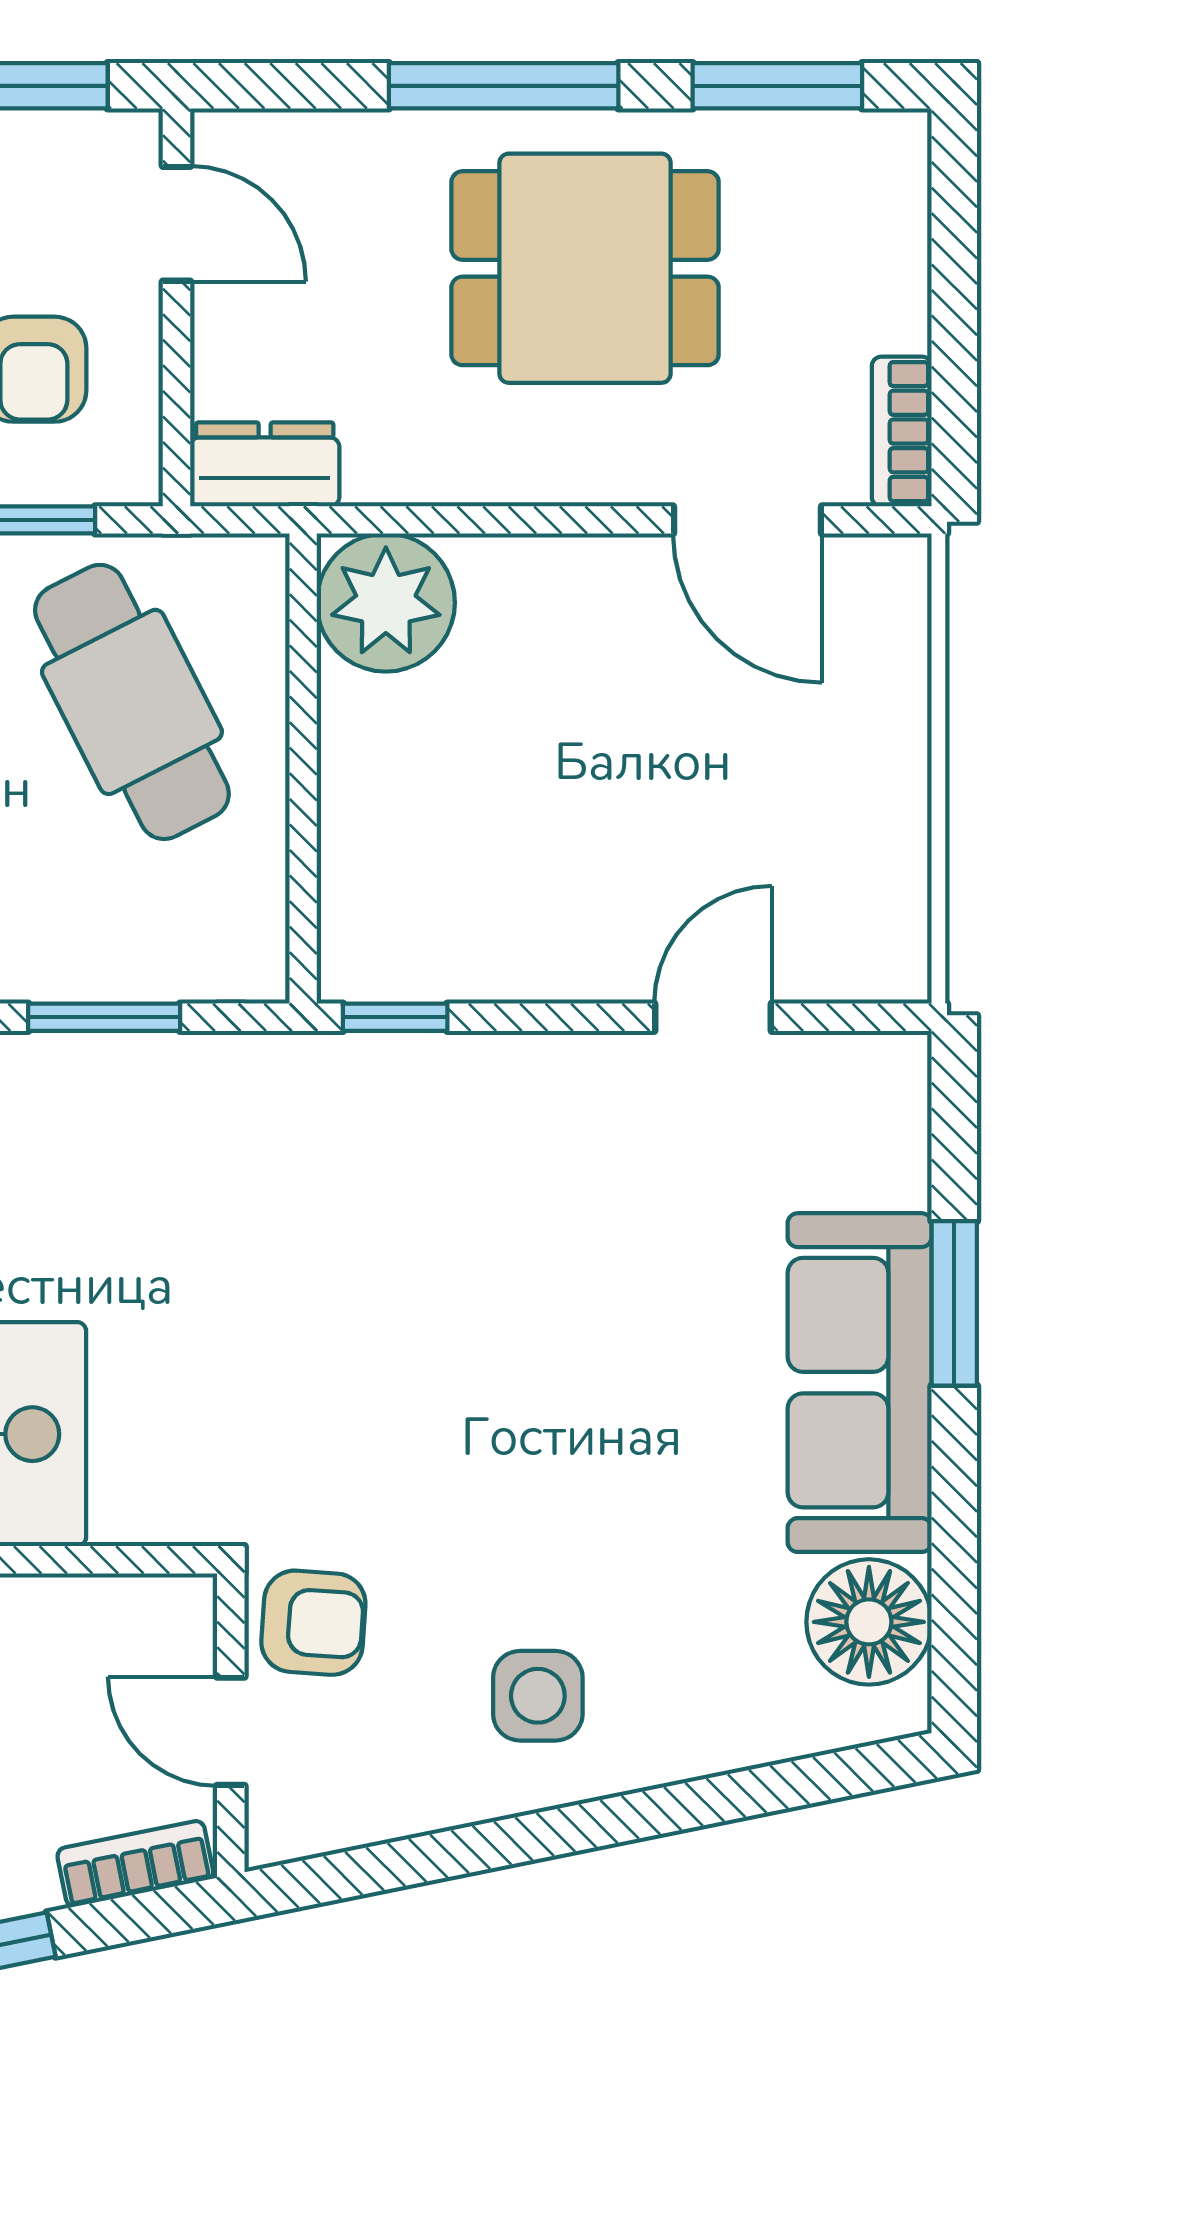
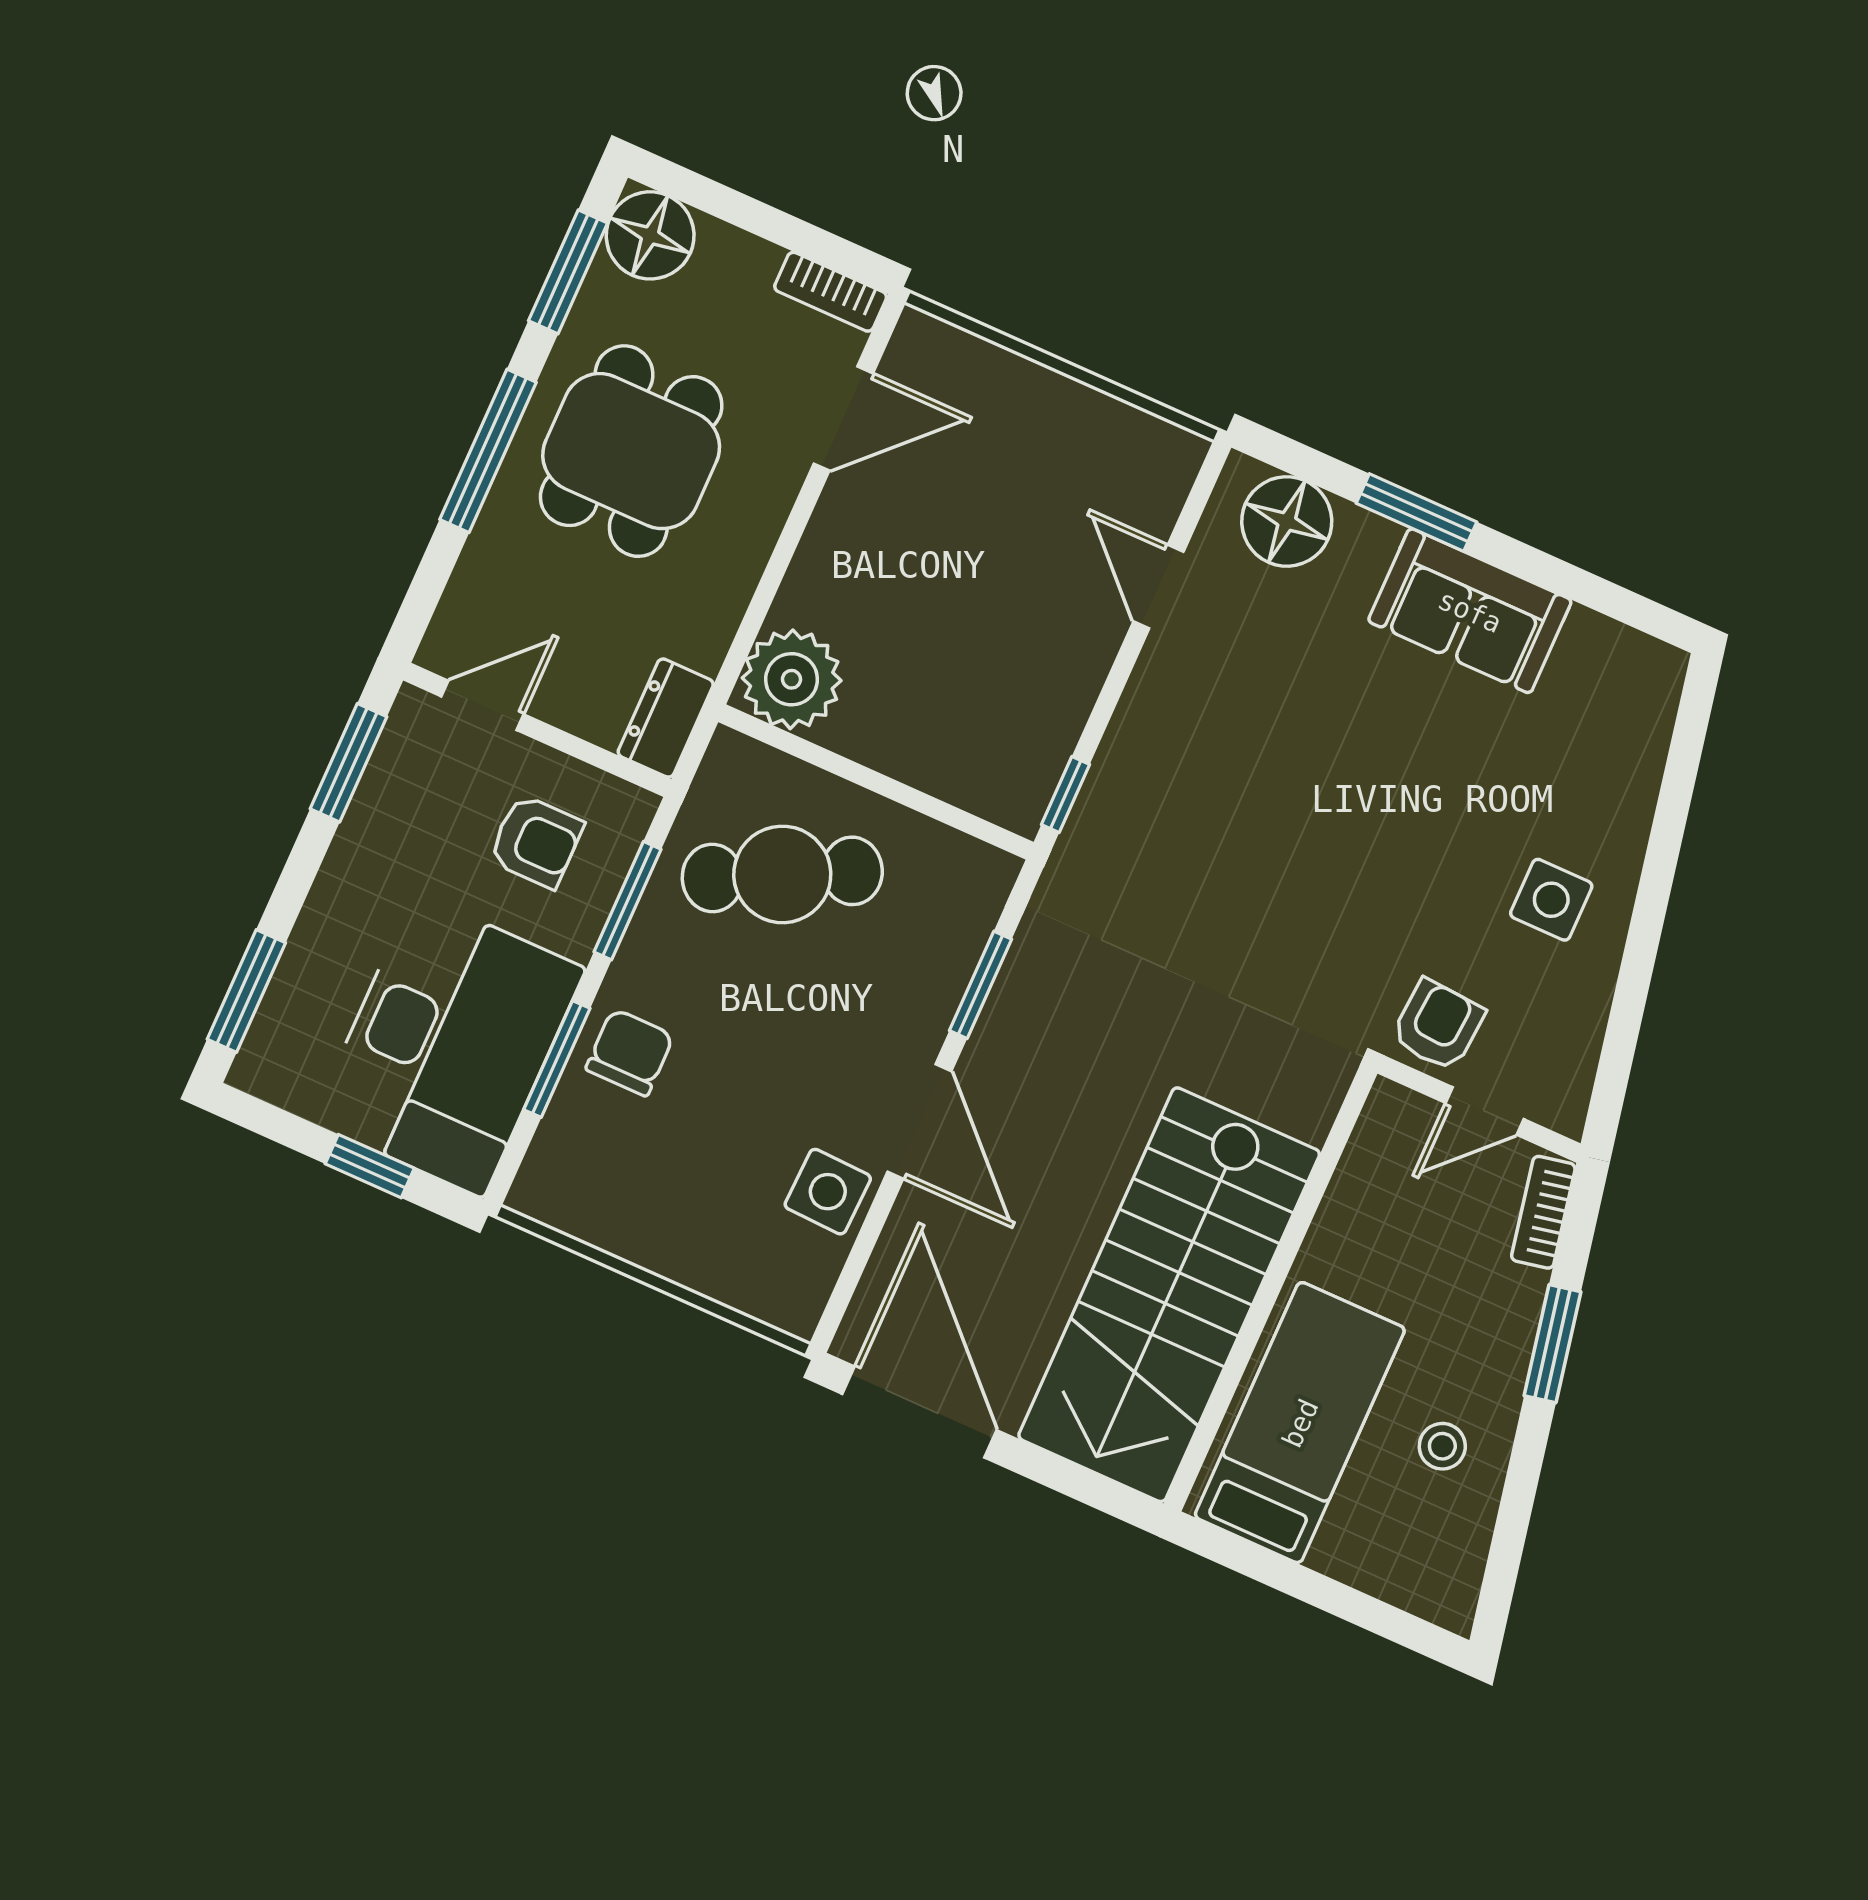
floor lamp: (871, 169) -> (650, 235), added
sofa: (860, 1383) -> (1470, 611), width x0.73
floor lamp: (869, 1622) -> (1287, 521), moved

